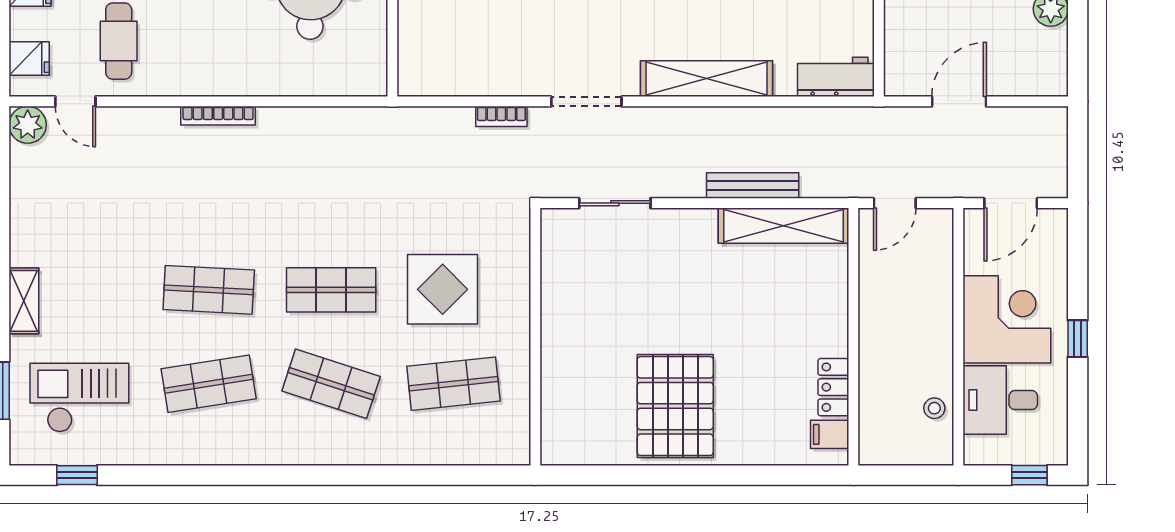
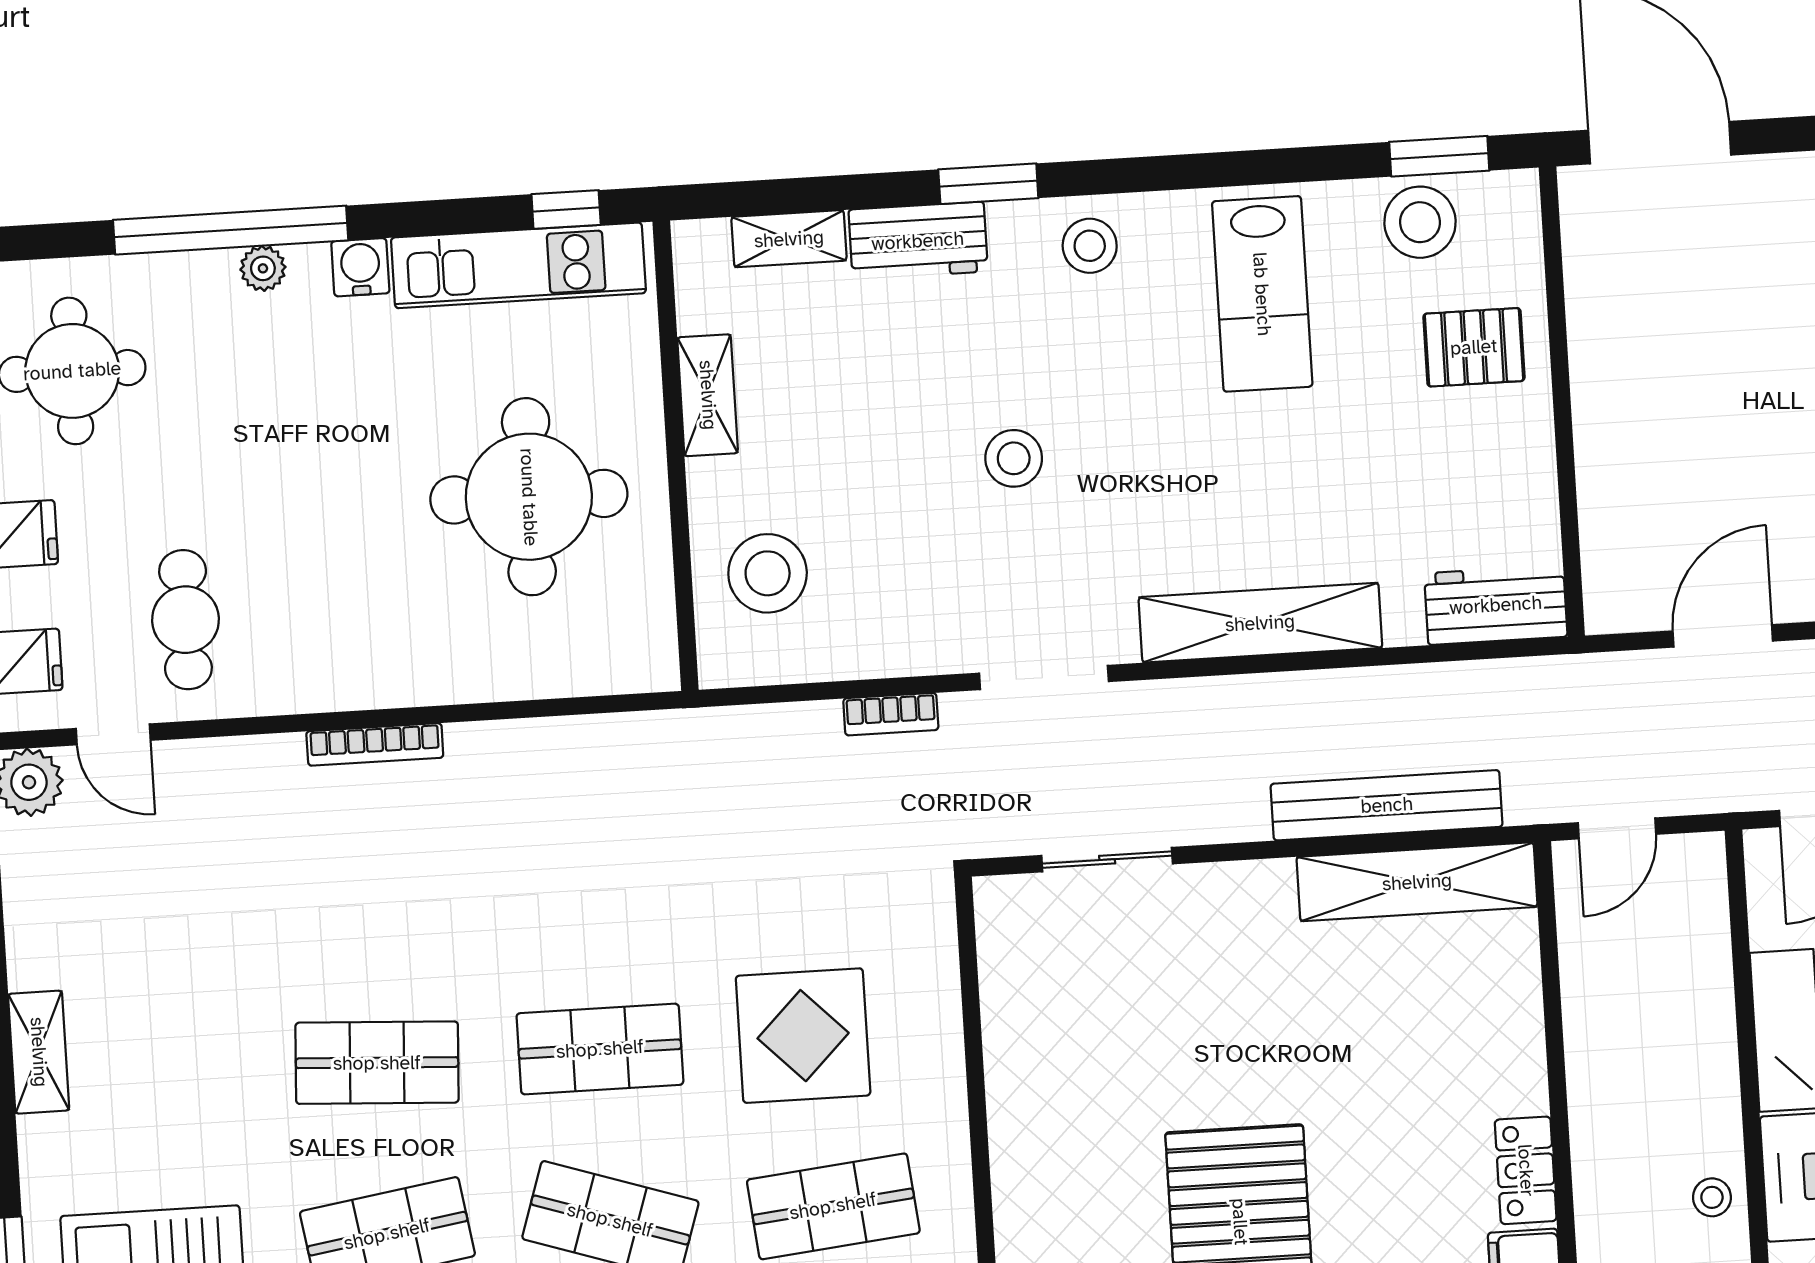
stool: (439, 35) -> (768, 573), added
bench: (753, 186) -> (1387, 805), width x1.37, depth x1.21
shelving: (24, 301) -> (39, 1052), moved

